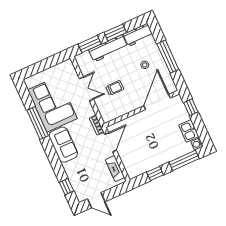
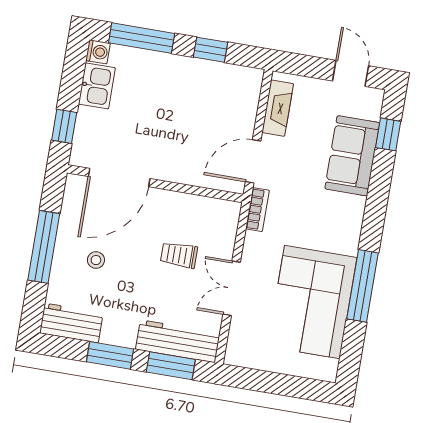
workbench: (108, 48) -> (178, 341), moved
sofa: (63, 145) -> (352, 156), moved

